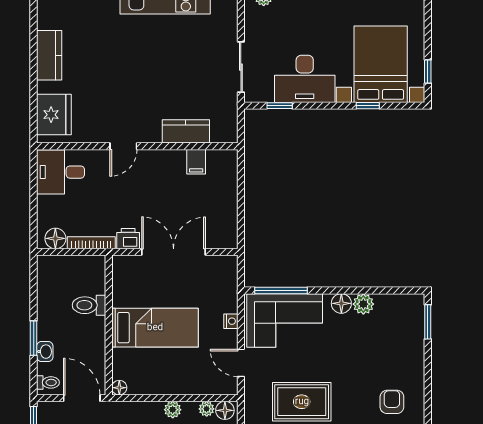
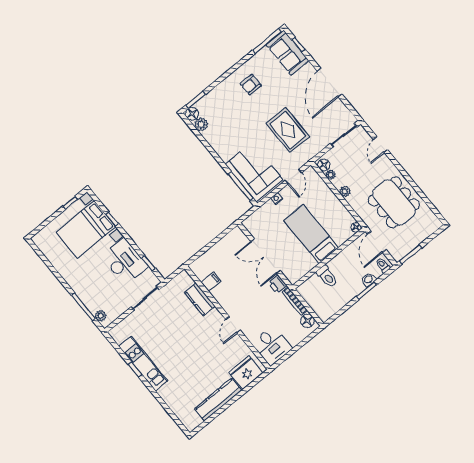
kitchen counter: (49, 55) -> (218, 400), width x1.50
door: (123, 146) -> (233, 325), swing flipped
floor lamp: (341, 303) -> (192, 114), moved
plant: (363, 304) -> (201, 125), moved

